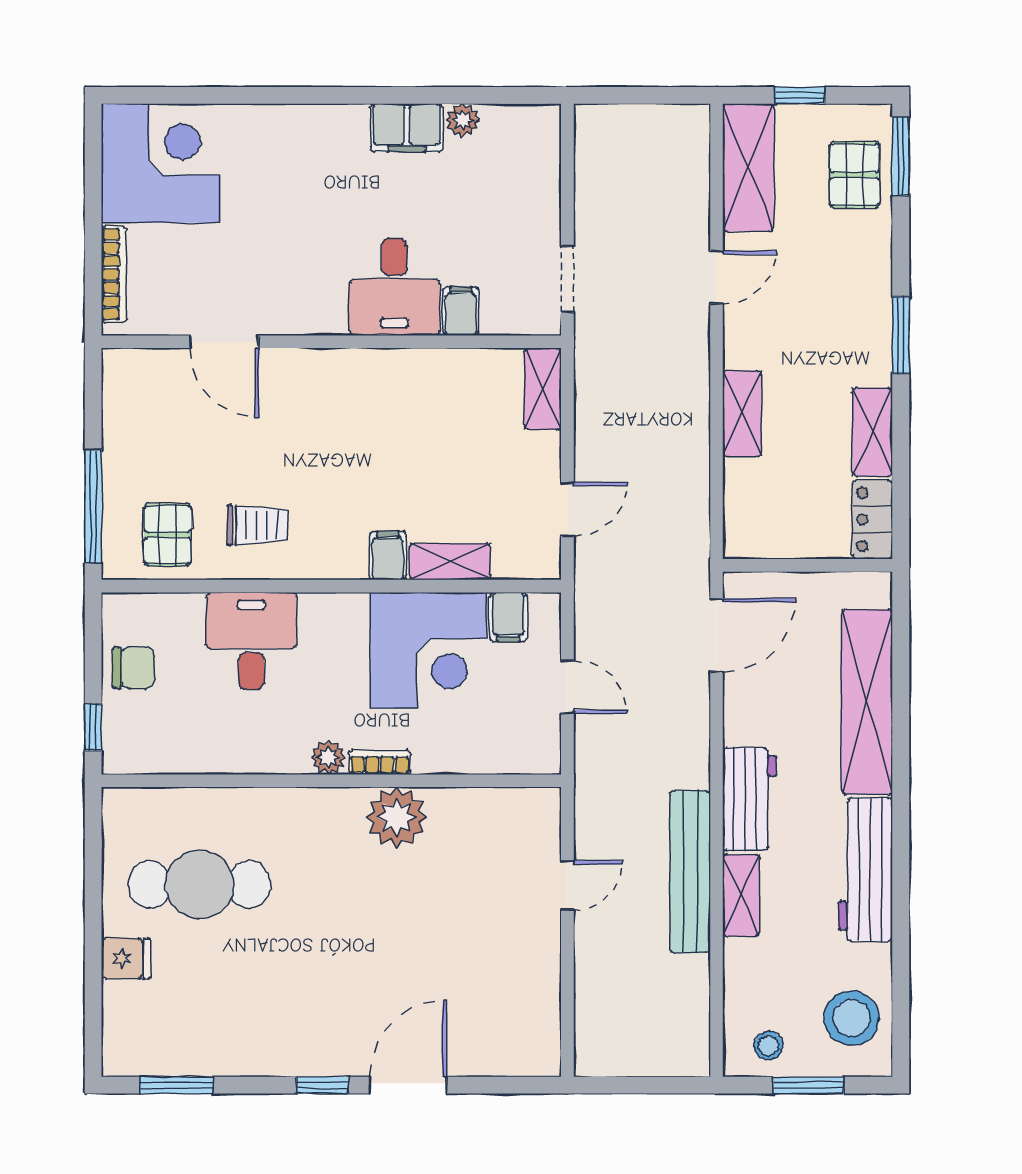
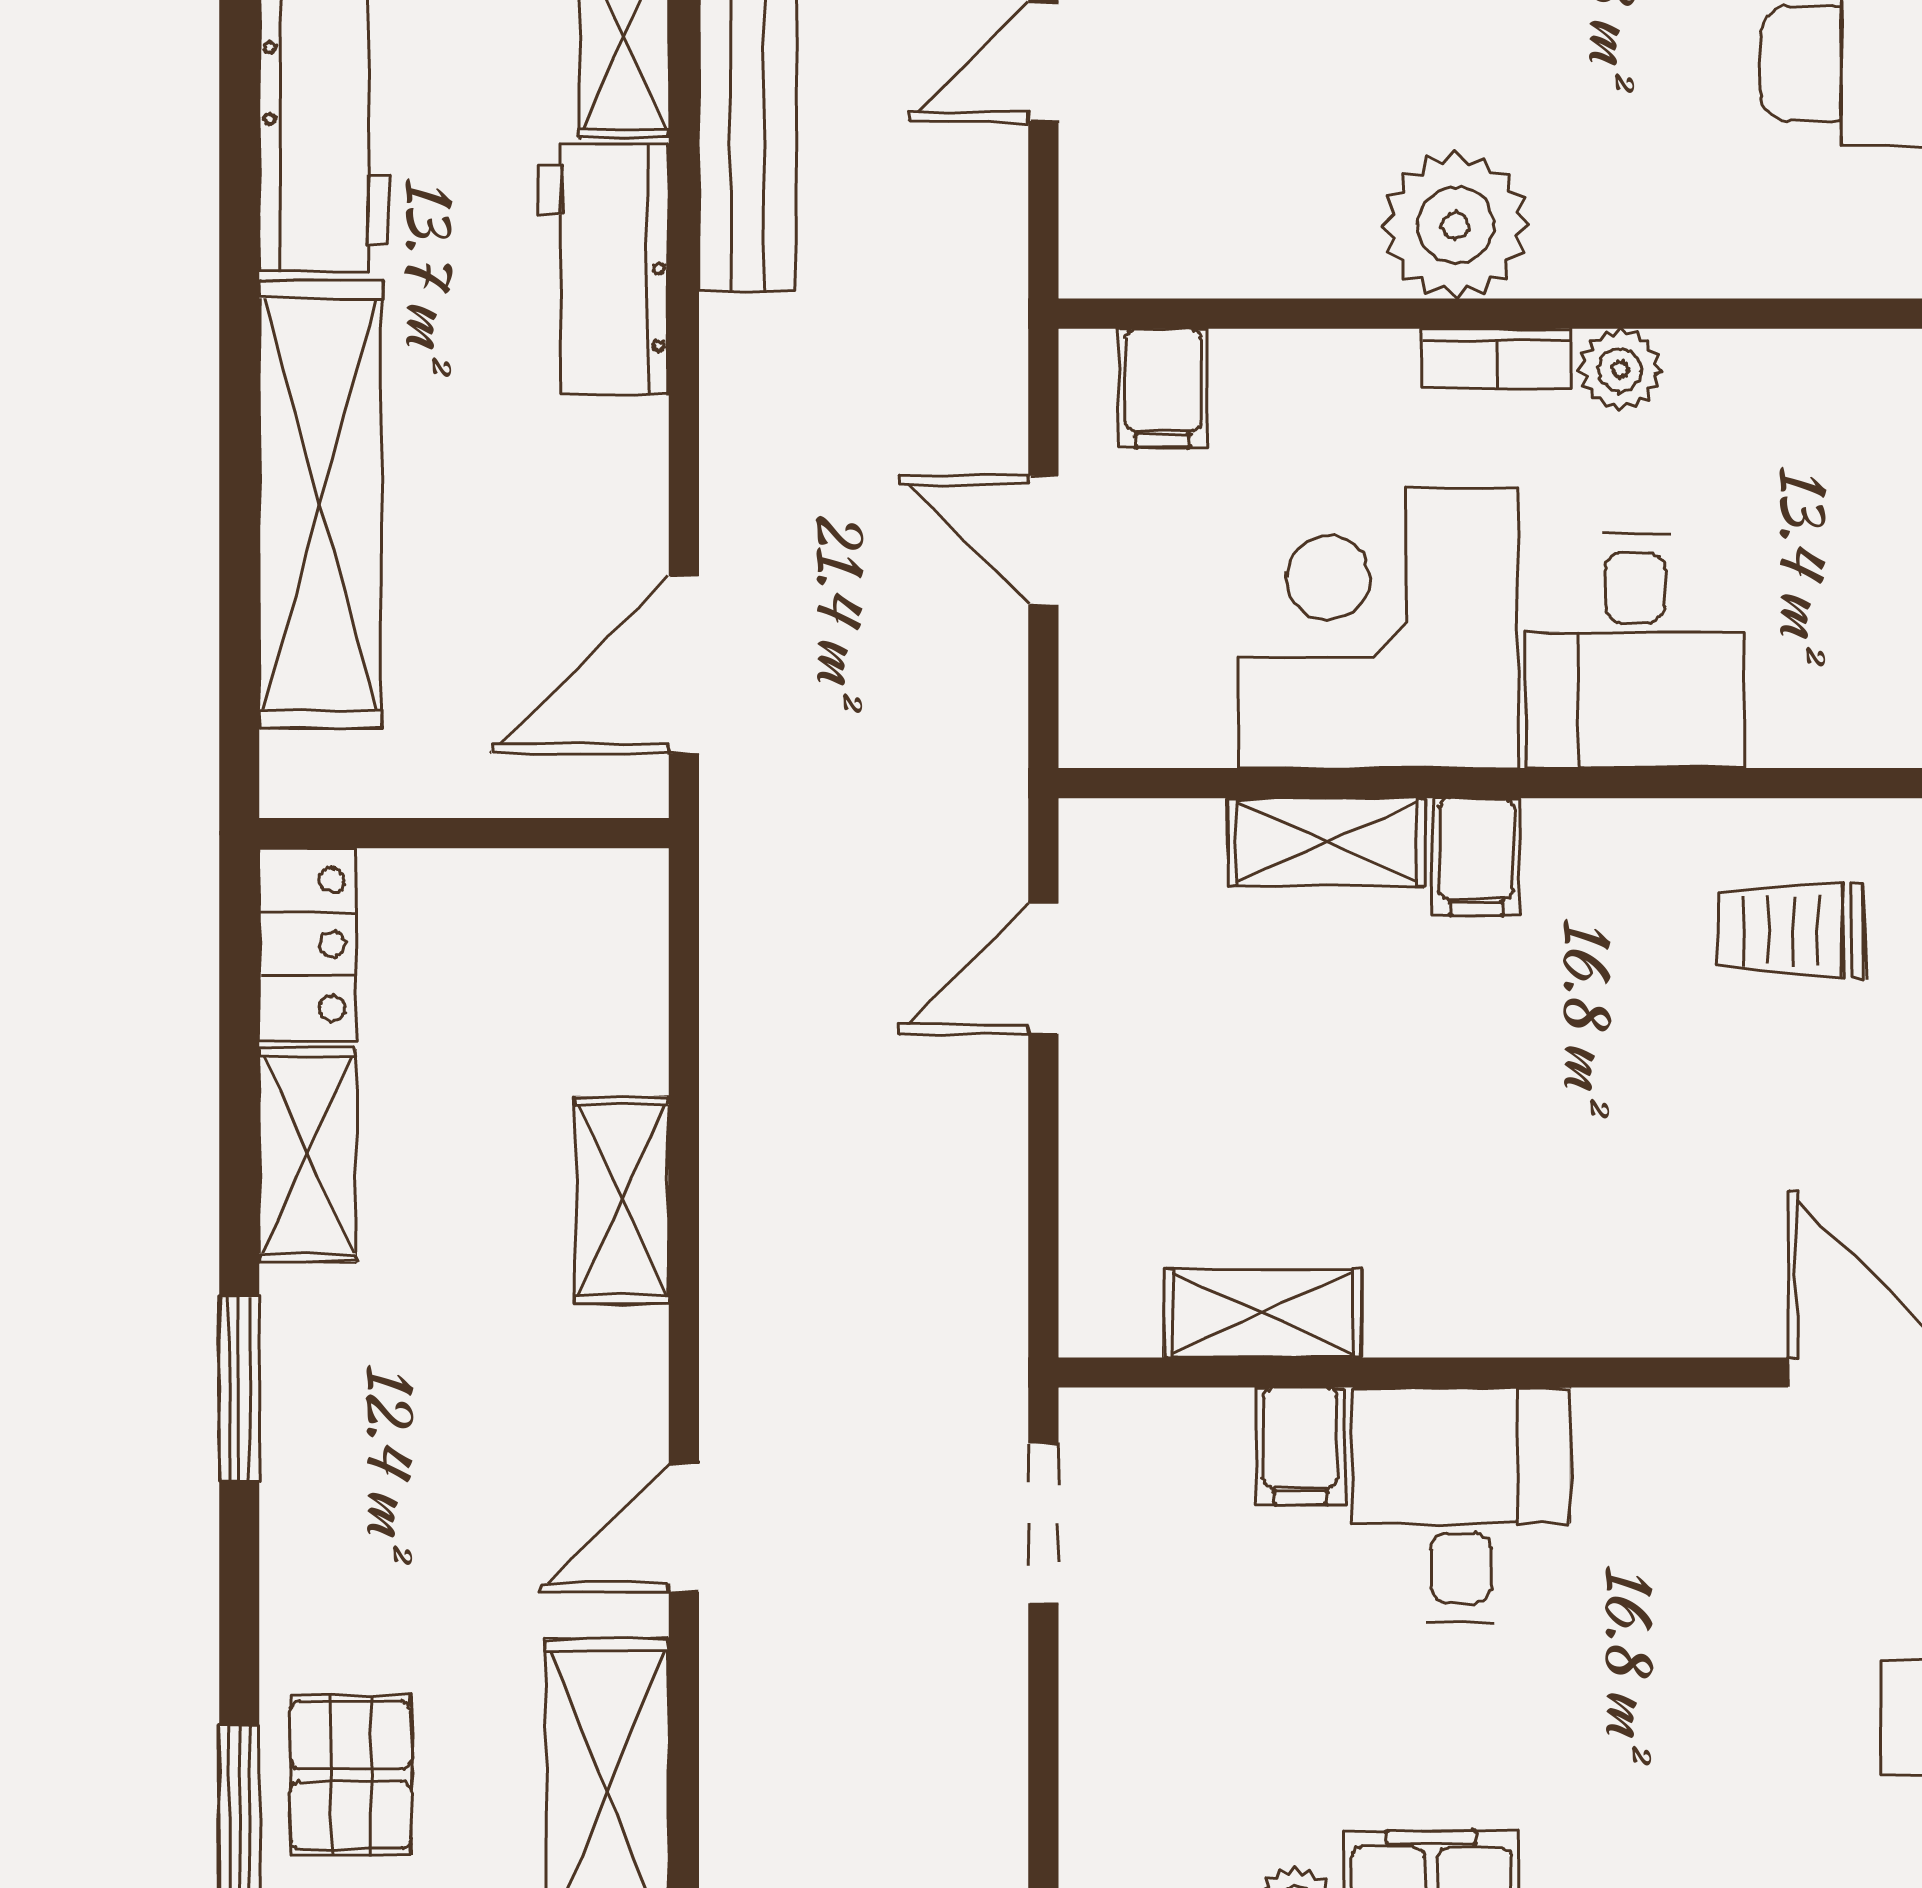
shelving: (543, 389) -> (1262, 1313), moved, turned 90
filing cabinet: (508, 617) -> (1163, 388), moved, turned 180
desk: (251, 641) -> (1635, 651), moved

